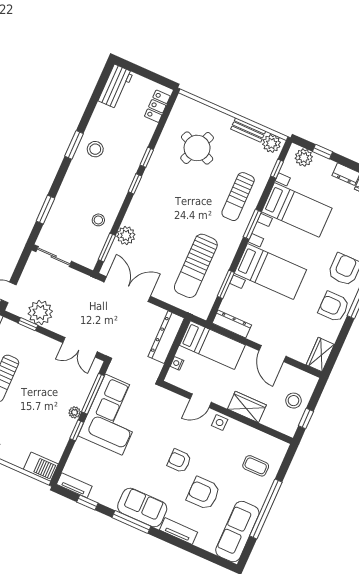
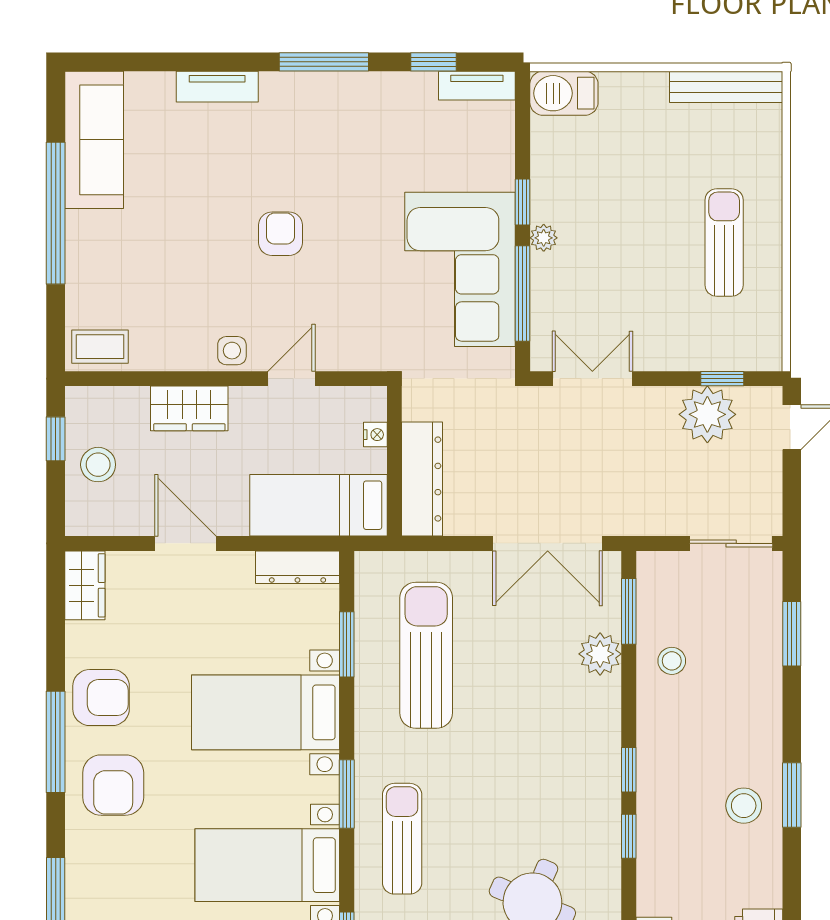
armchair: (179, 461) -> (280, 234), turned -90
coffee table: (256, 466) -> (100, 347), moved
armchair: (203, 493) -> (200, 188), removed
sofa: (142, 507) -> (315, 102), removed

